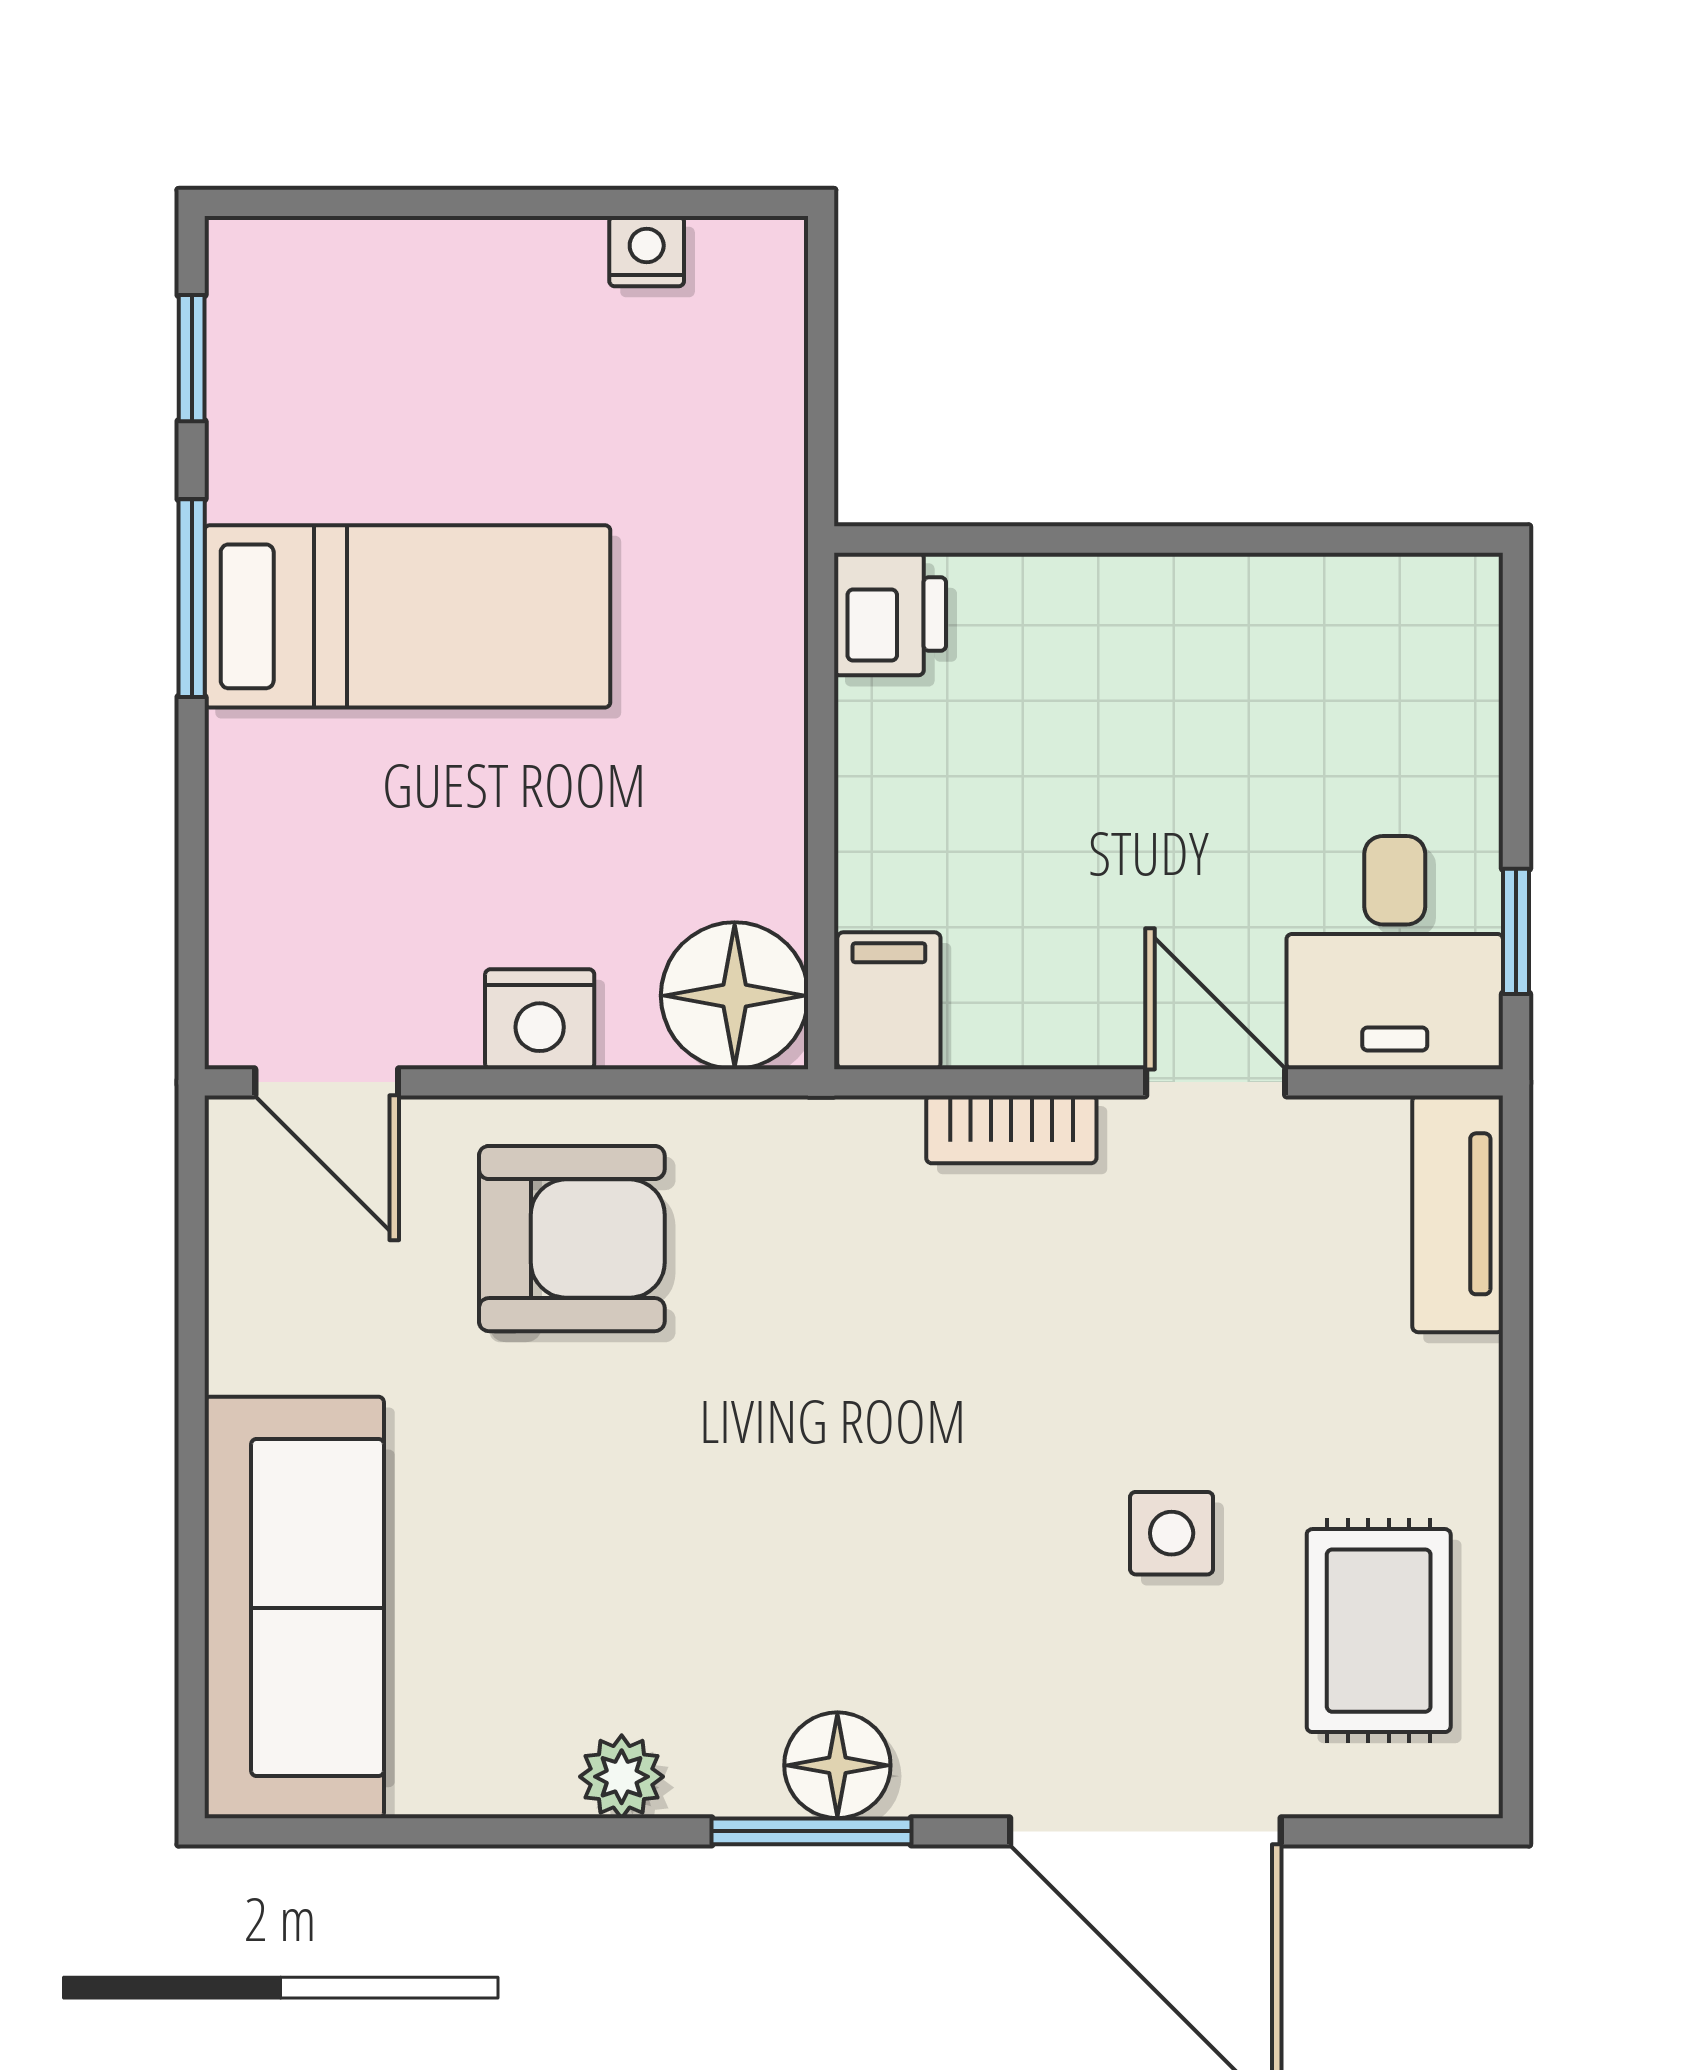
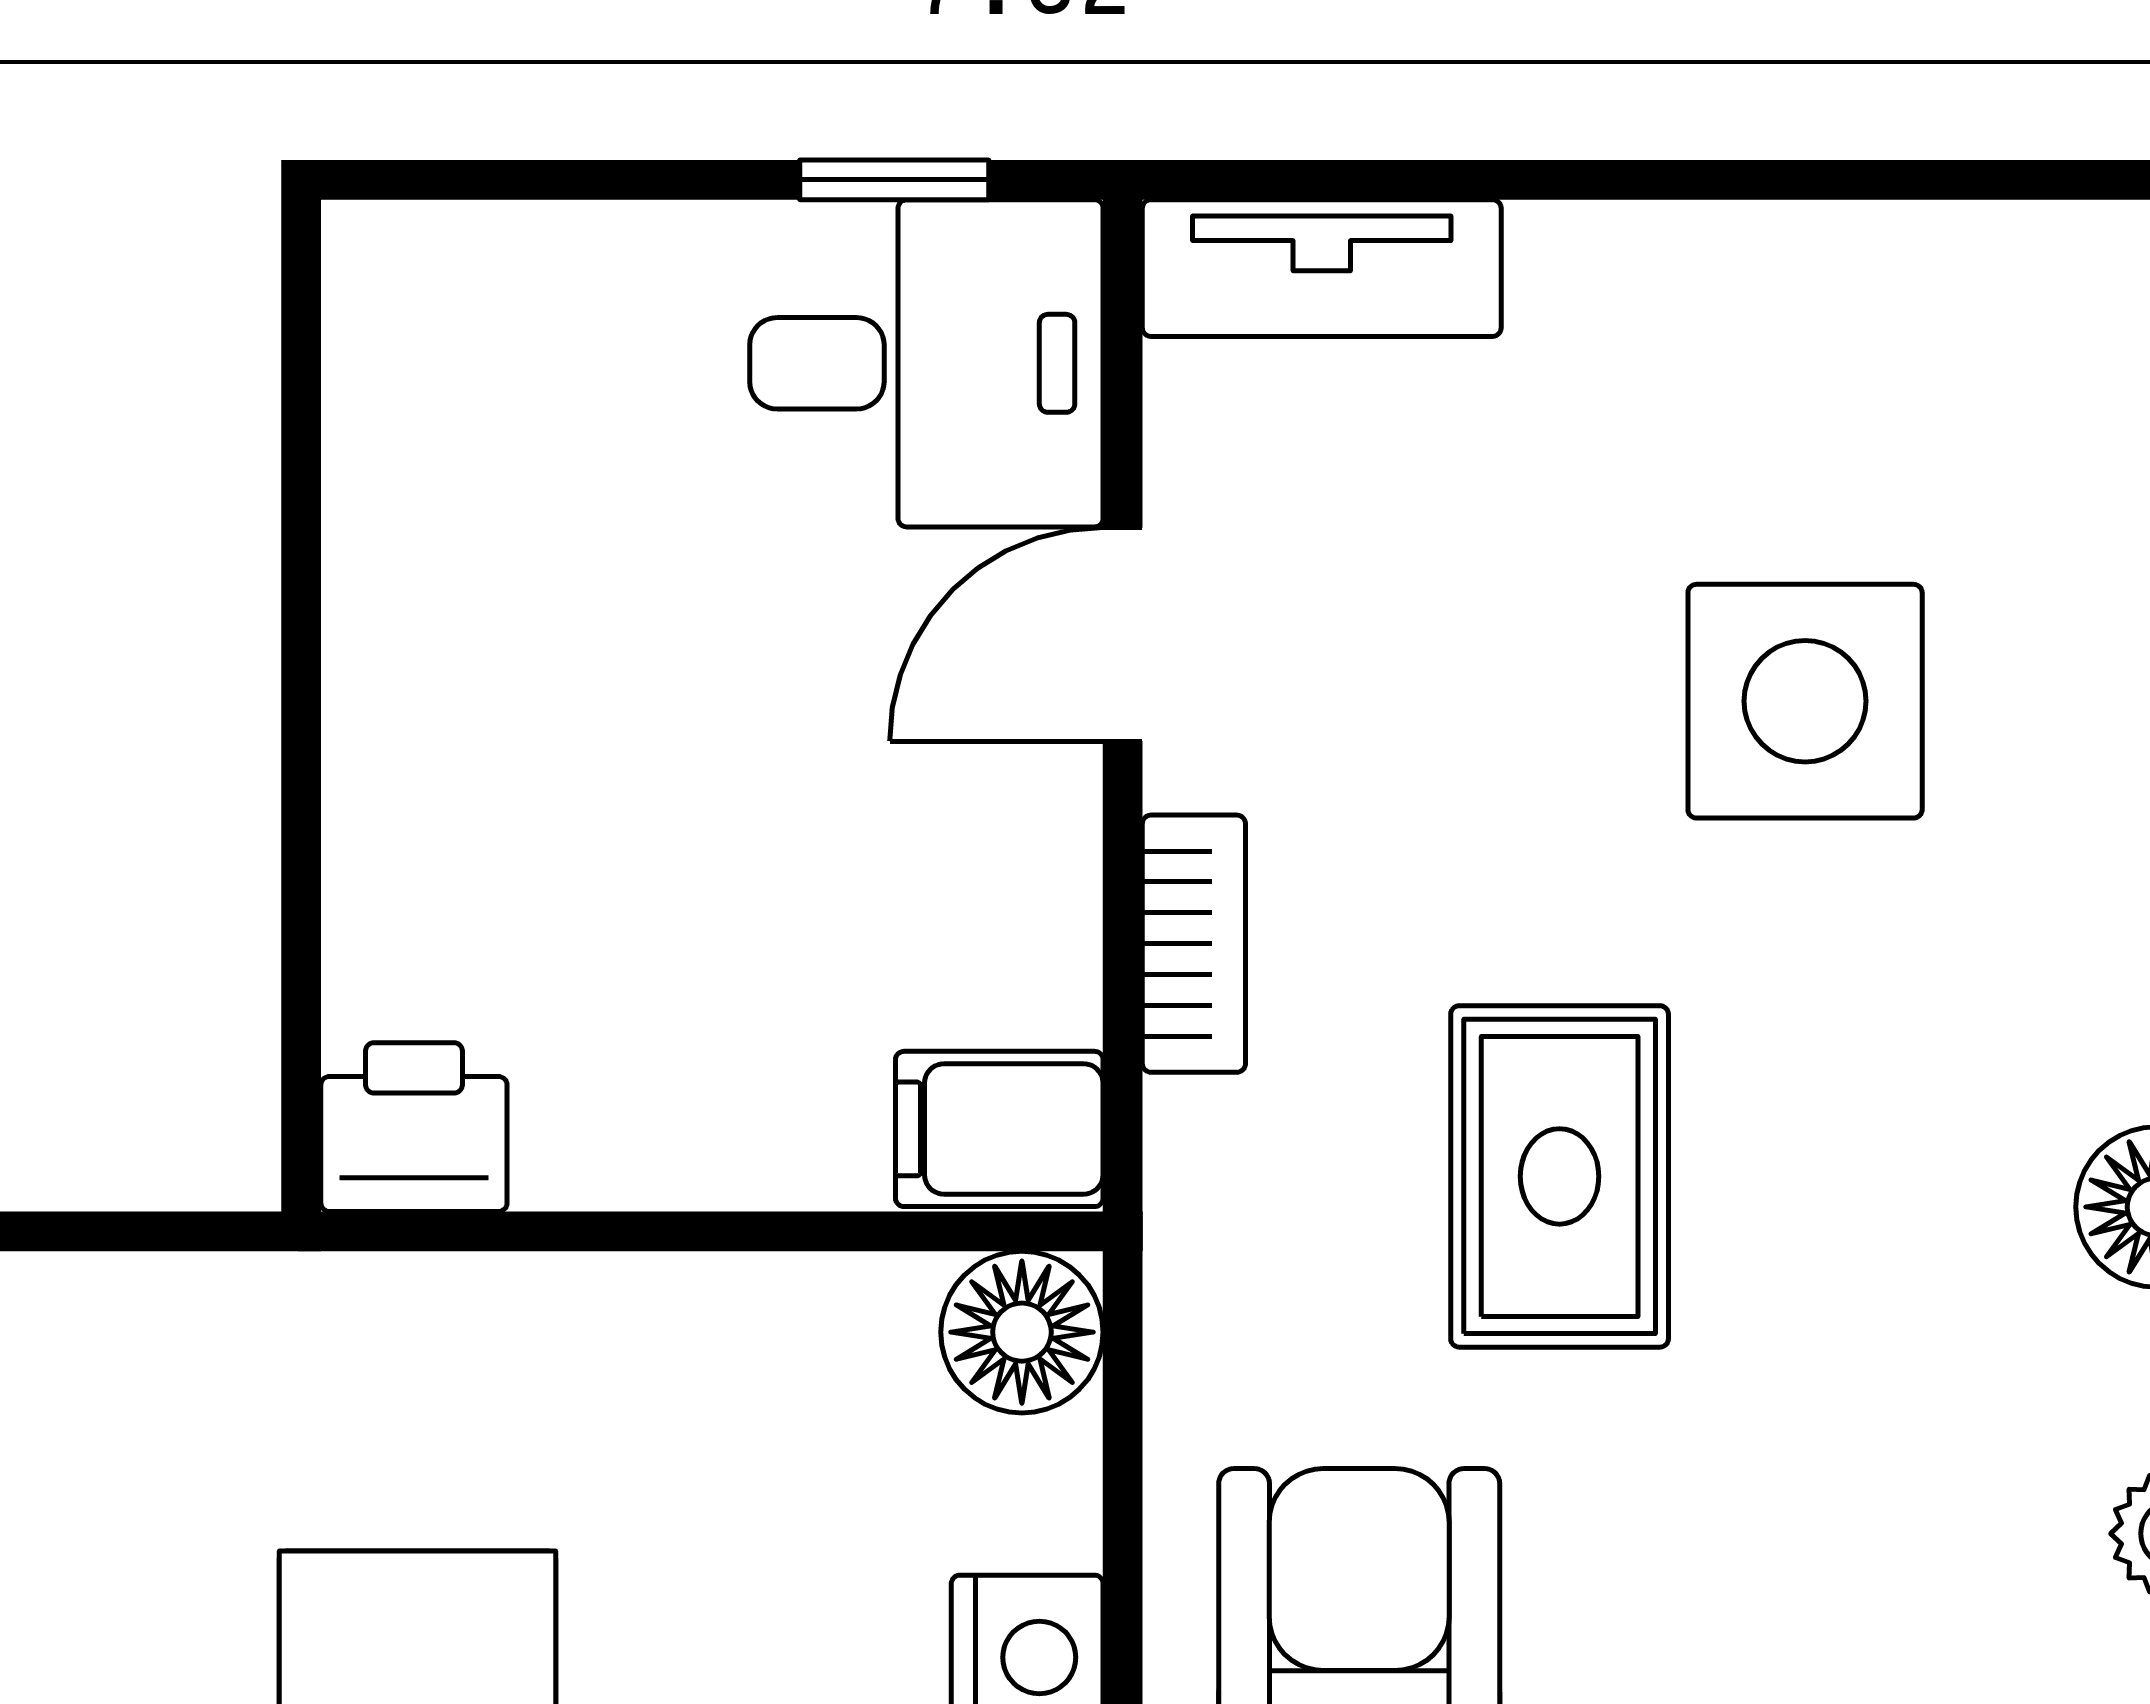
floor lamp: (735, 996) -> (1022, 1332), width x0.73, depth x0.73
side table: (1172, 1533) -> (1805, 701), width x1.87, depth x1.87
rug: (1379, 1631) -> (1560, 1176), moved, turned 90

